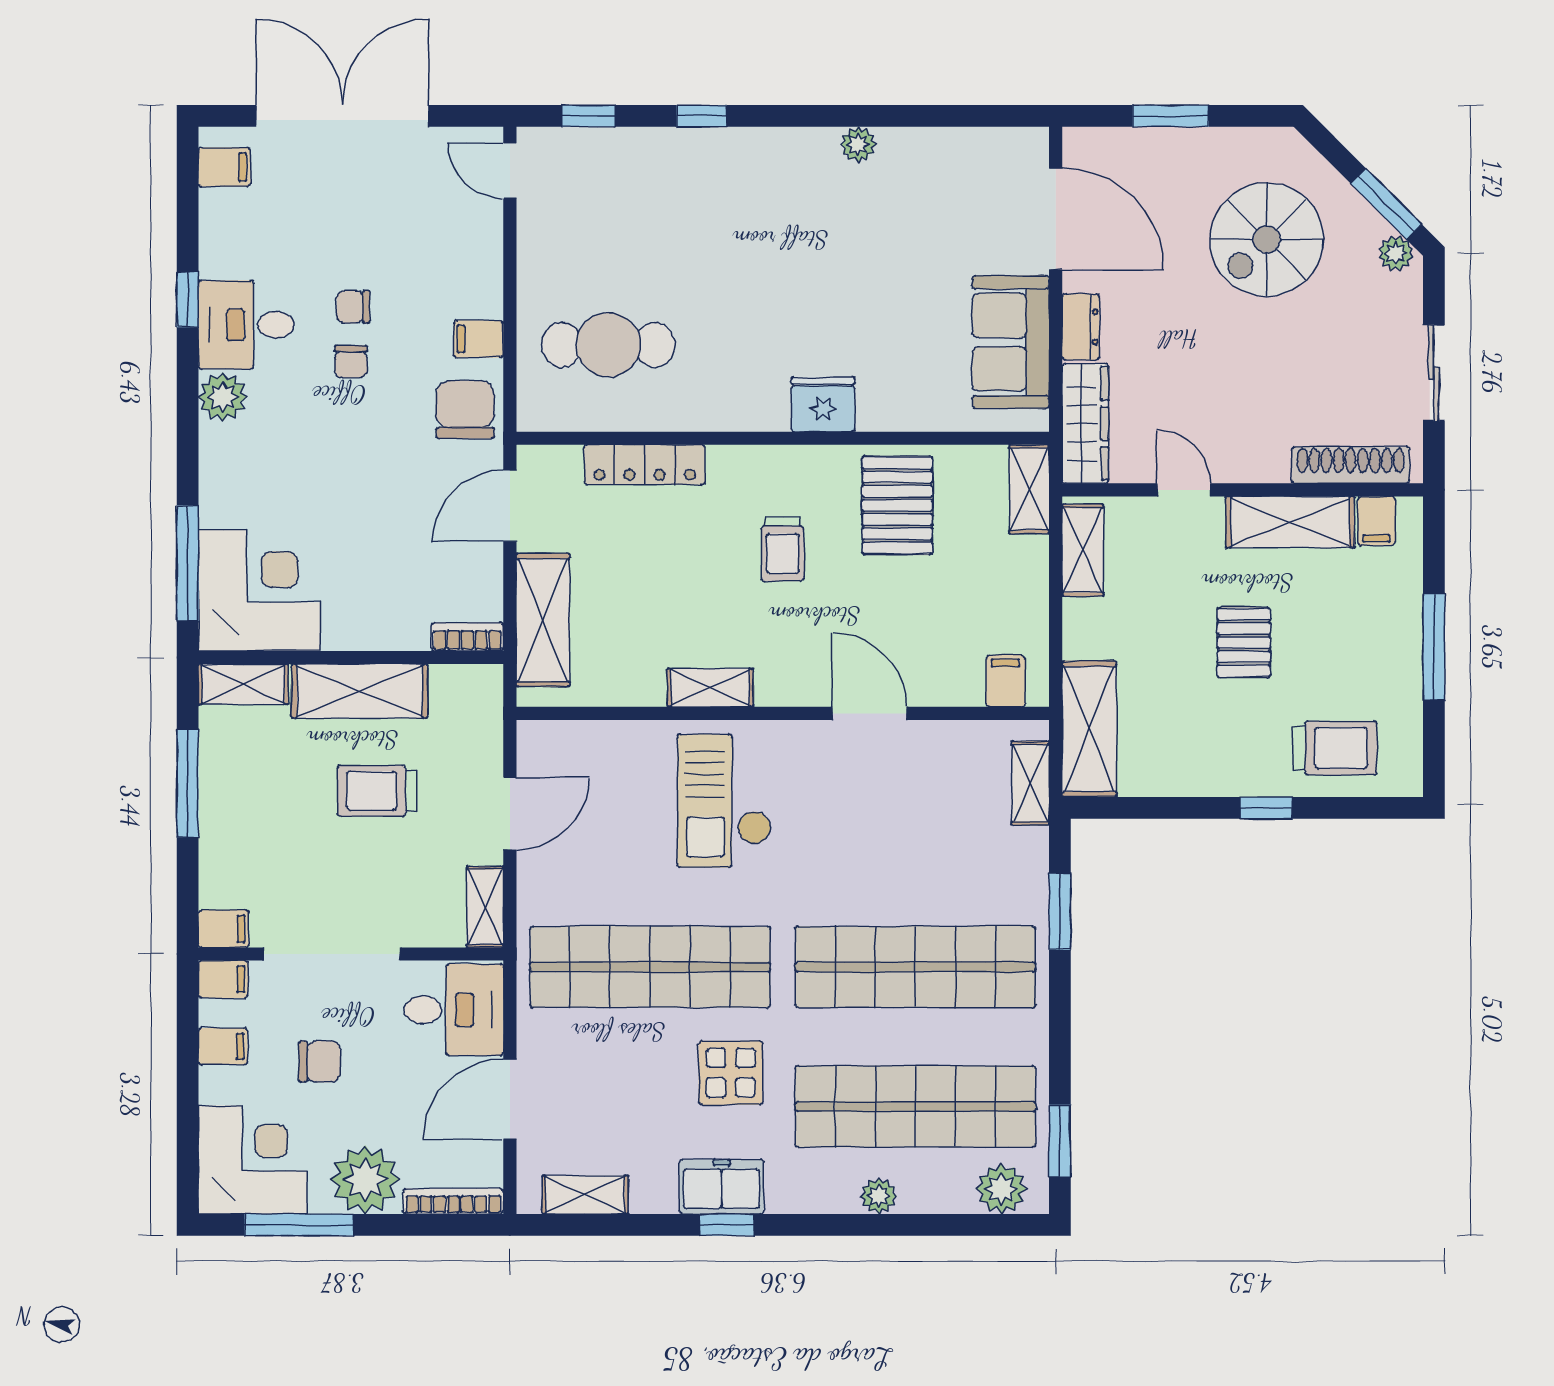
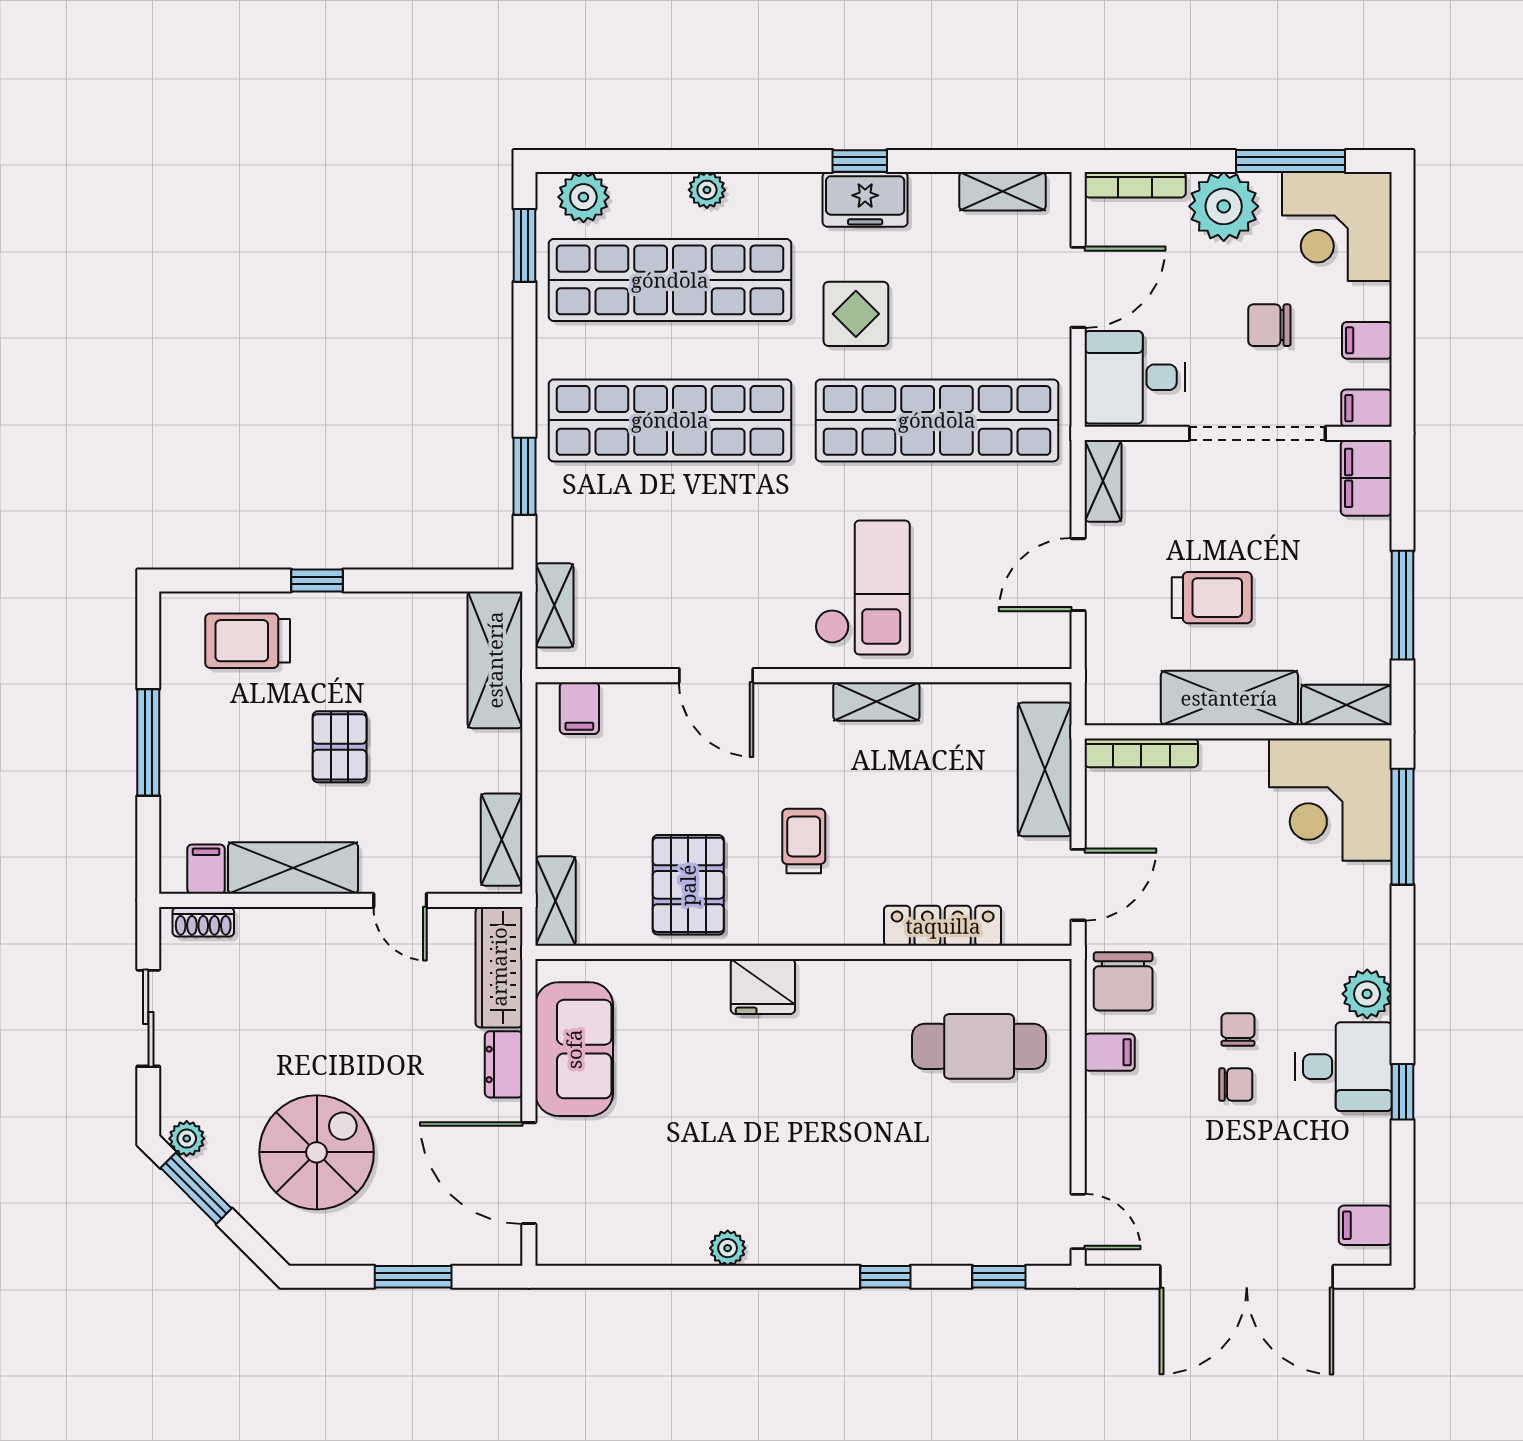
shoe rack: (1351, 465) -> (203, 922), width x0.51, depth x0.81
bookcase: (467, 637) -> (1141, 753), width x1.56
filing cabinet: (223, 929) -> (1366, 478), width x2.00

